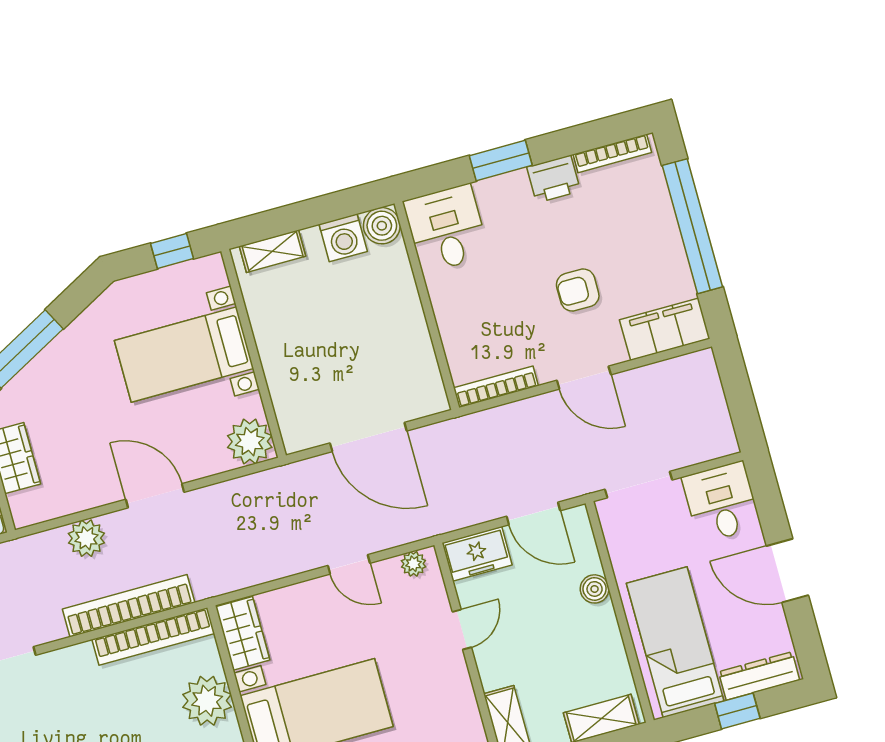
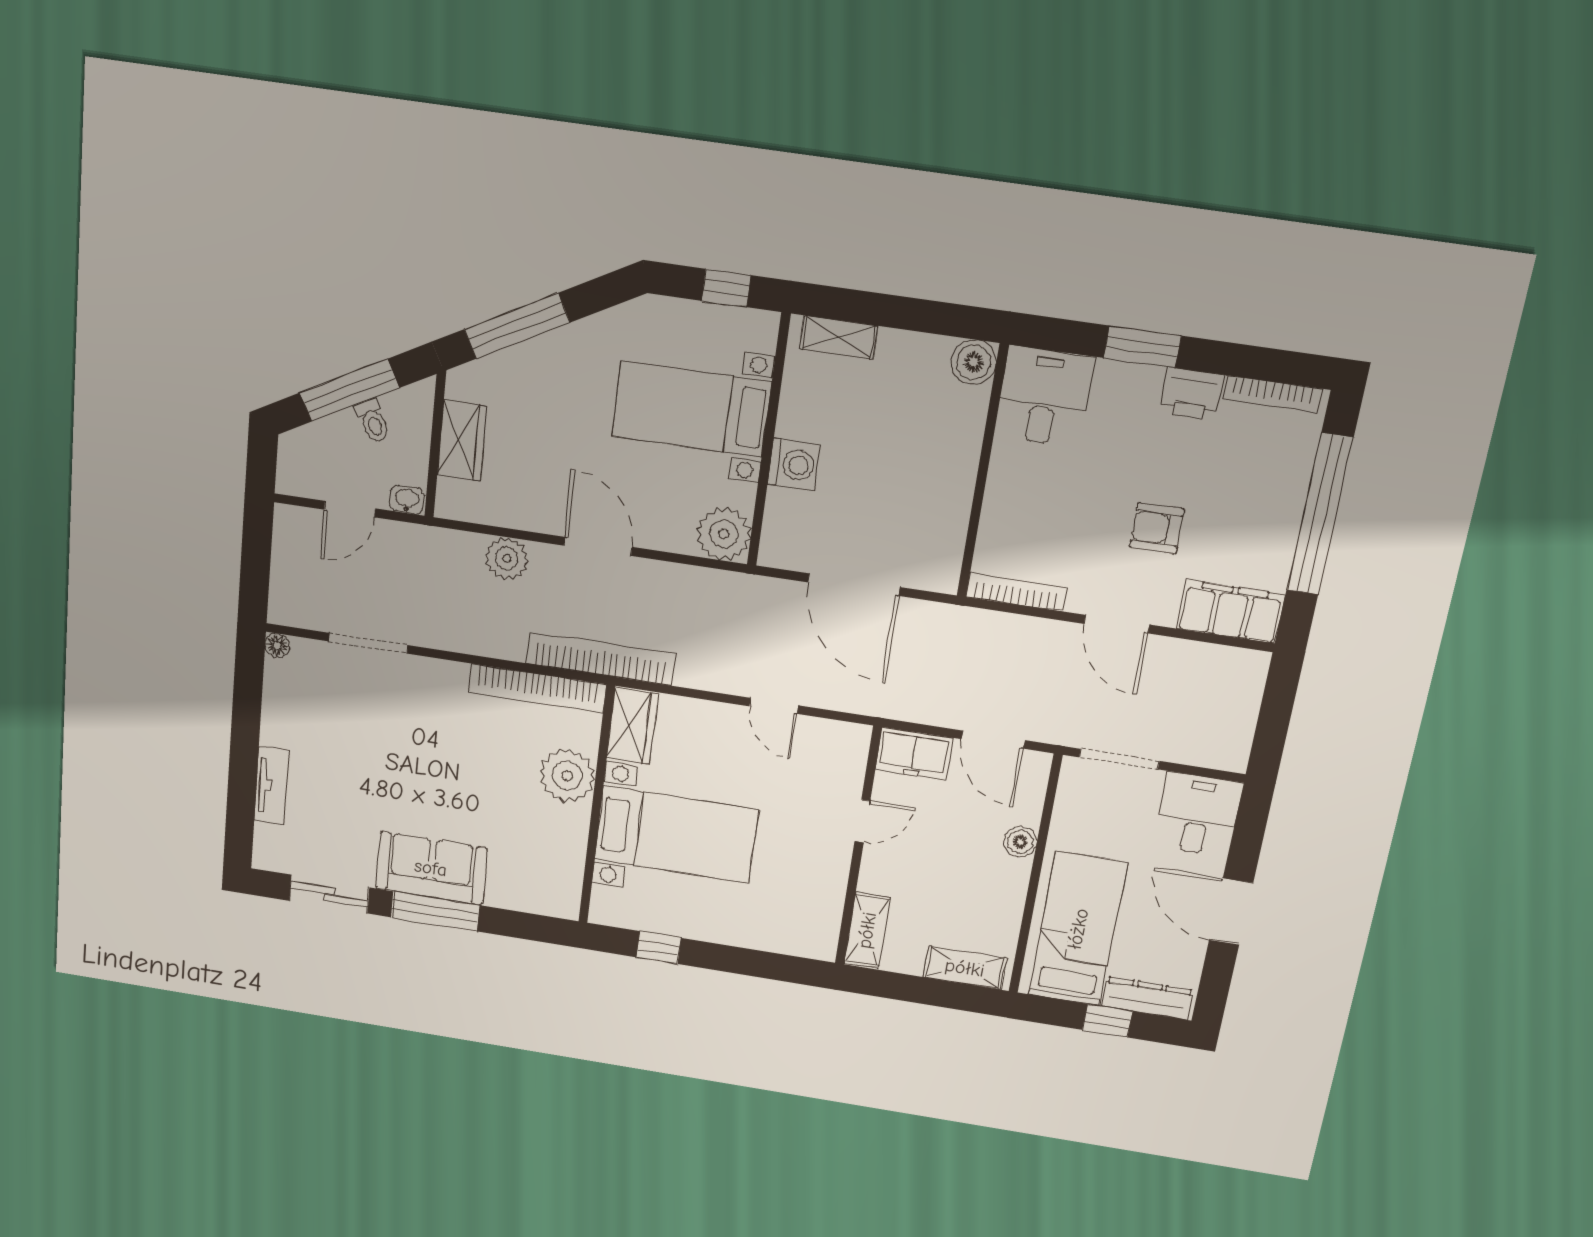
washing machine: (343, 238) -> (794, 464), moved, turned -90
plant: (413, 564) -> (842, 735), removed
bookcase: (129, 606) -> (601, 659), moved

